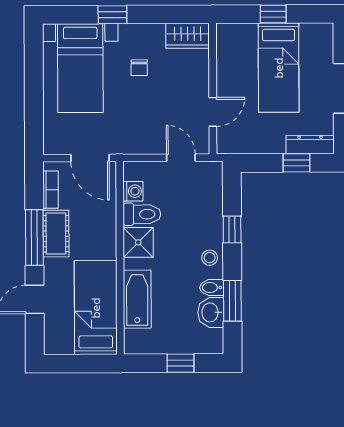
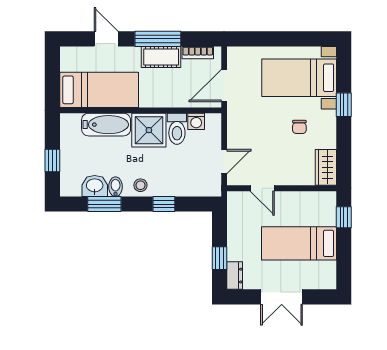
window: (273, 14) -> (344, 217), moved
chair: (139, 68) -> (299, 127), turned -90
dresser: (310, 145) -> (235, 276), width x0.70
shower: (138, 242) -> (149, 130), width x1.36, depth x1.36

